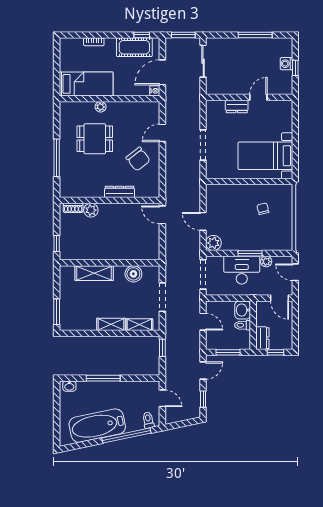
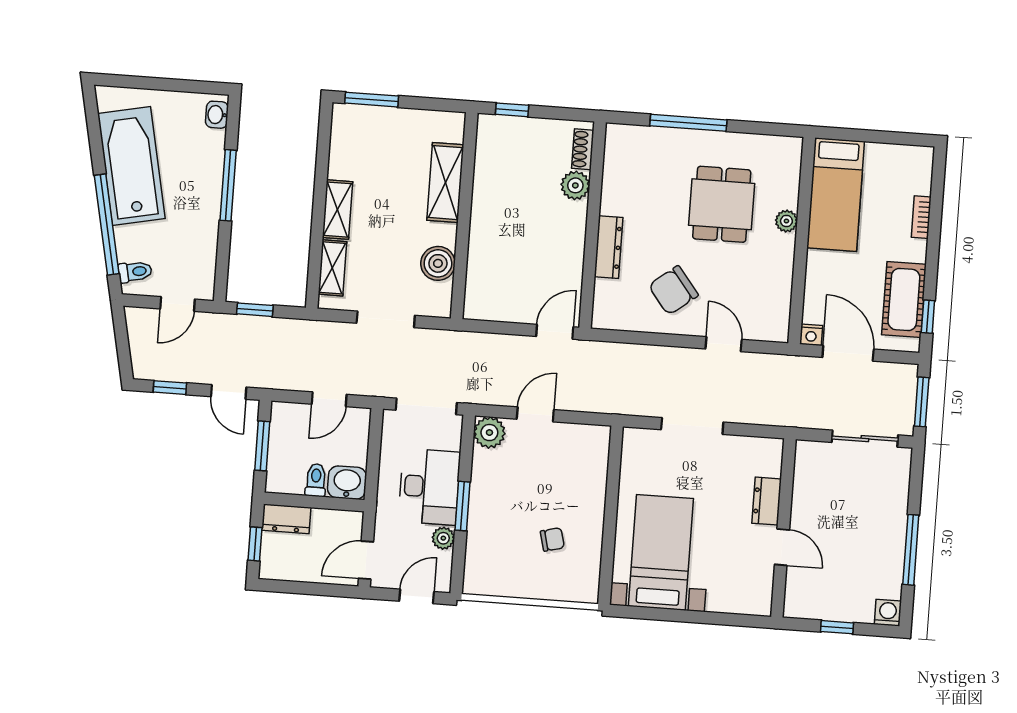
washing machine: (286, 64) -> (888, 613), moved
window: (162, 348) -> (255, 310), moved

